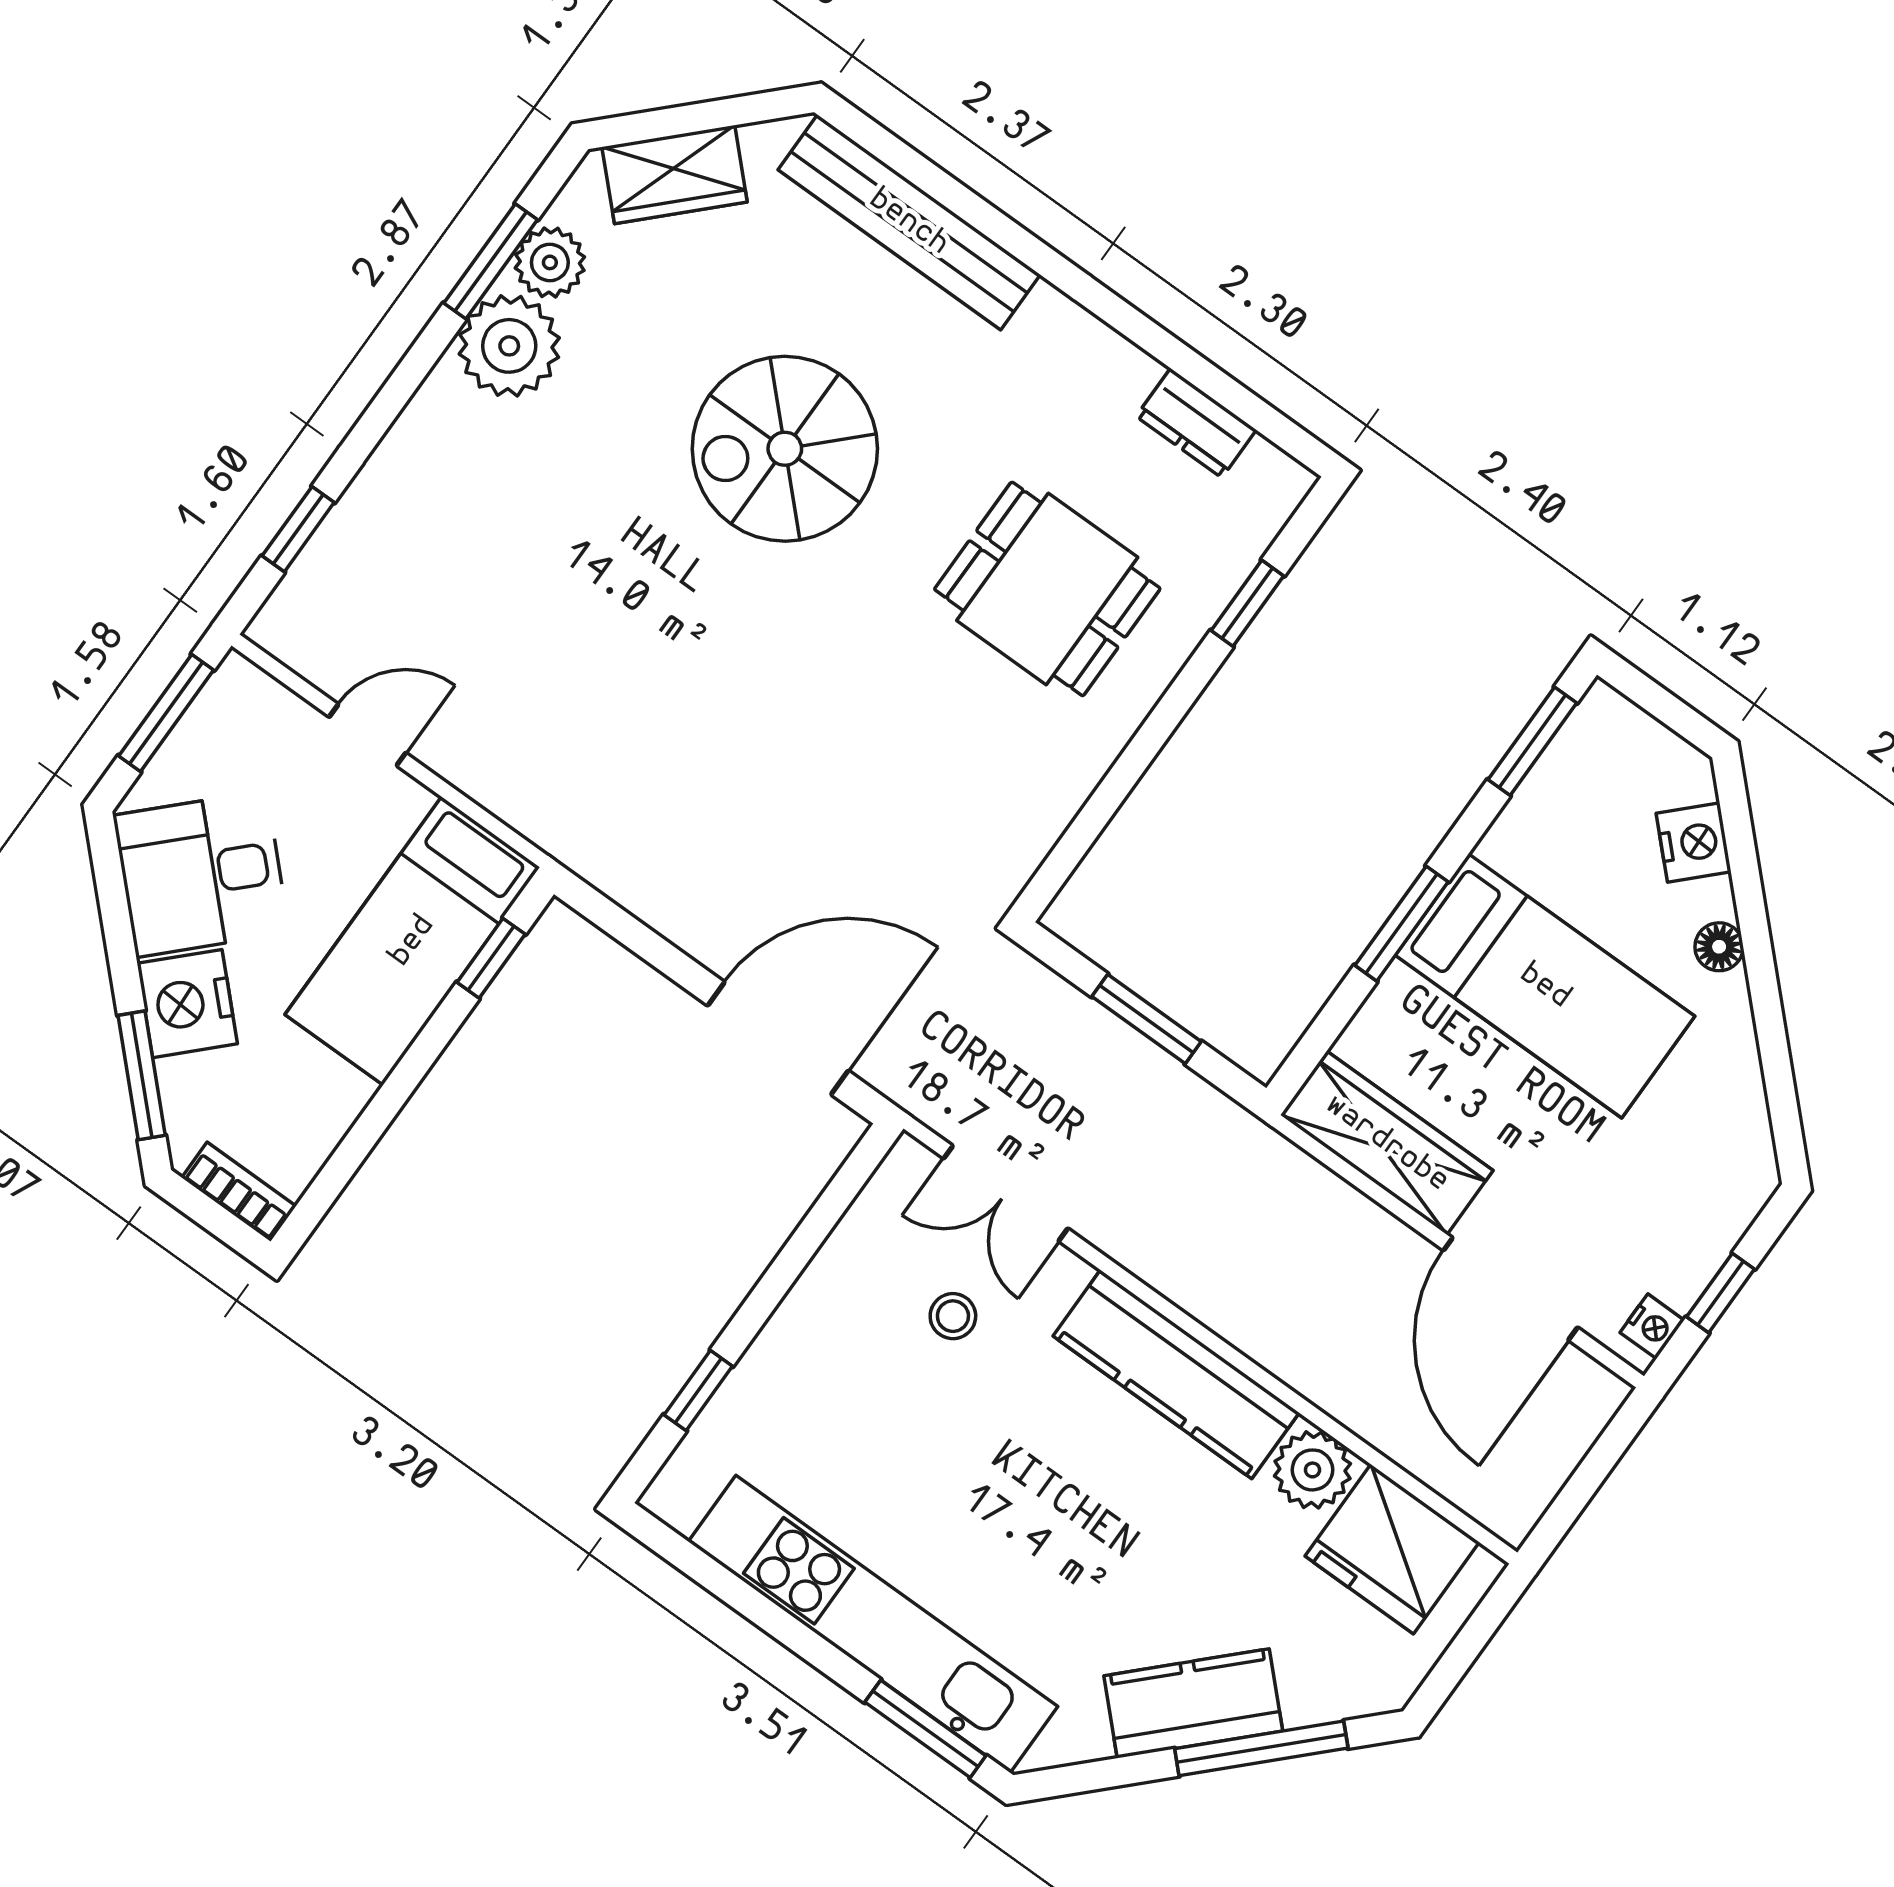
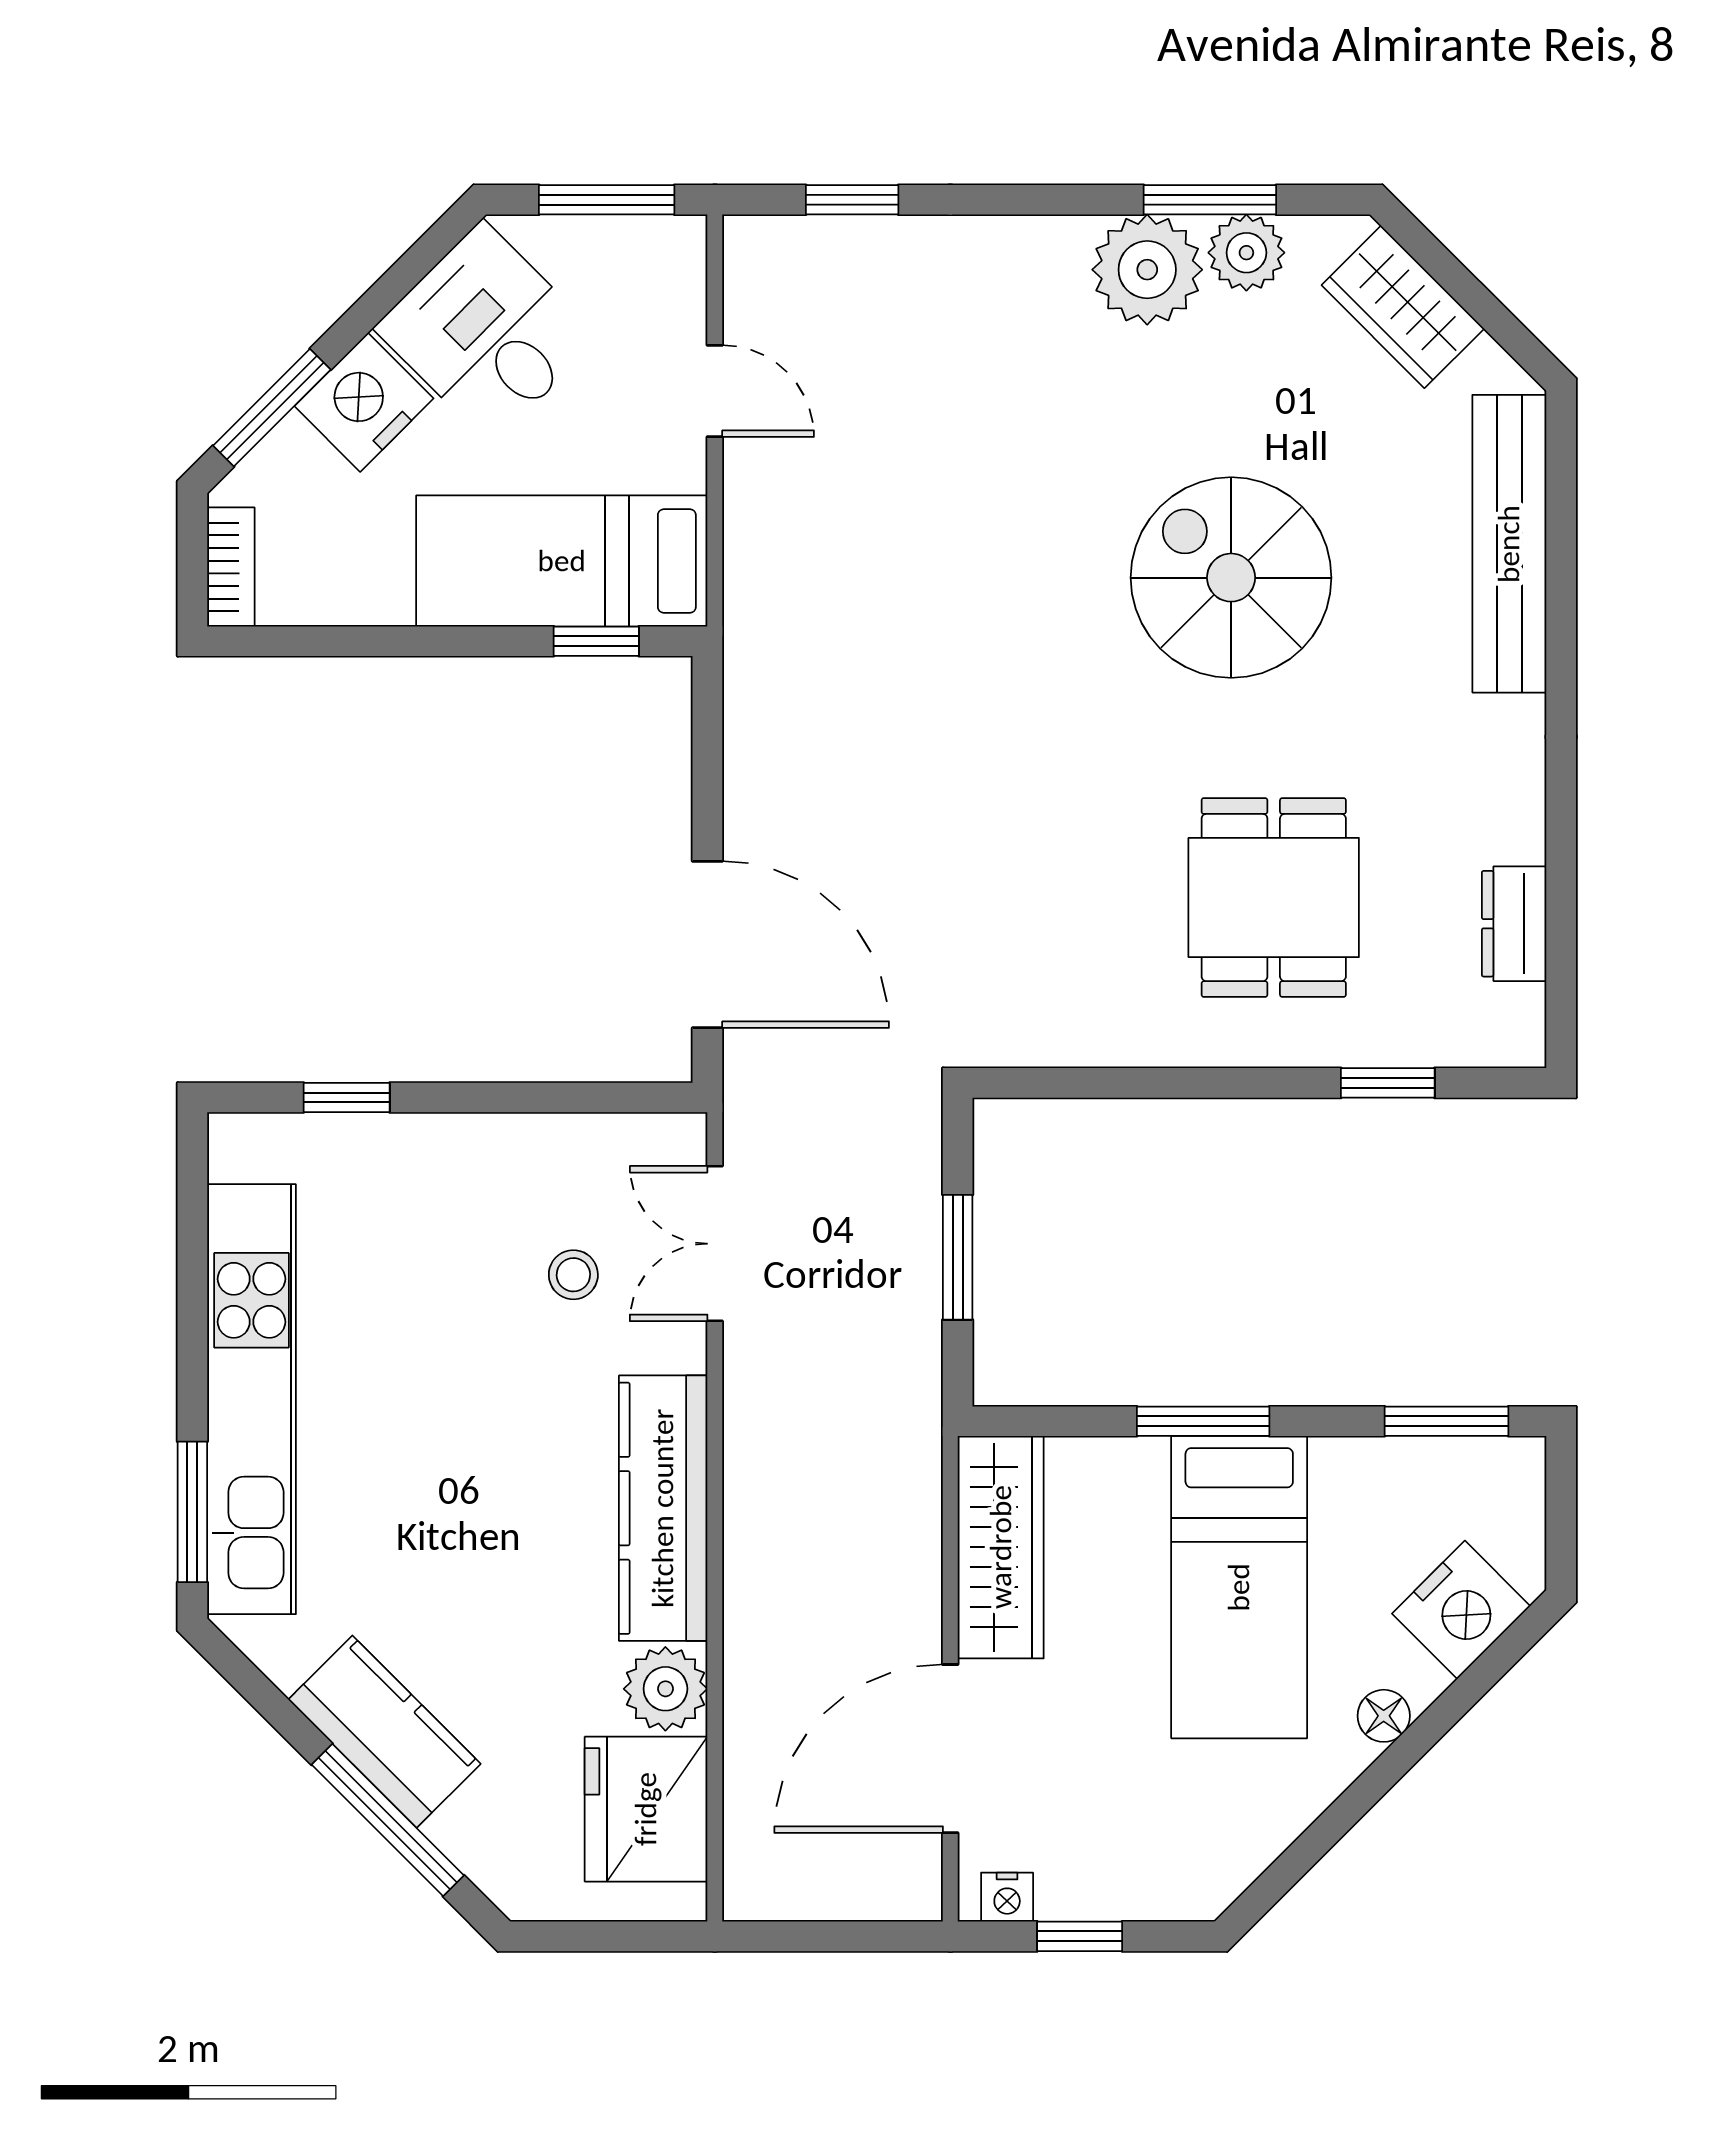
nightstand: (1694, 843) -> (1461, 1610), width x1.36, depth x1.33

